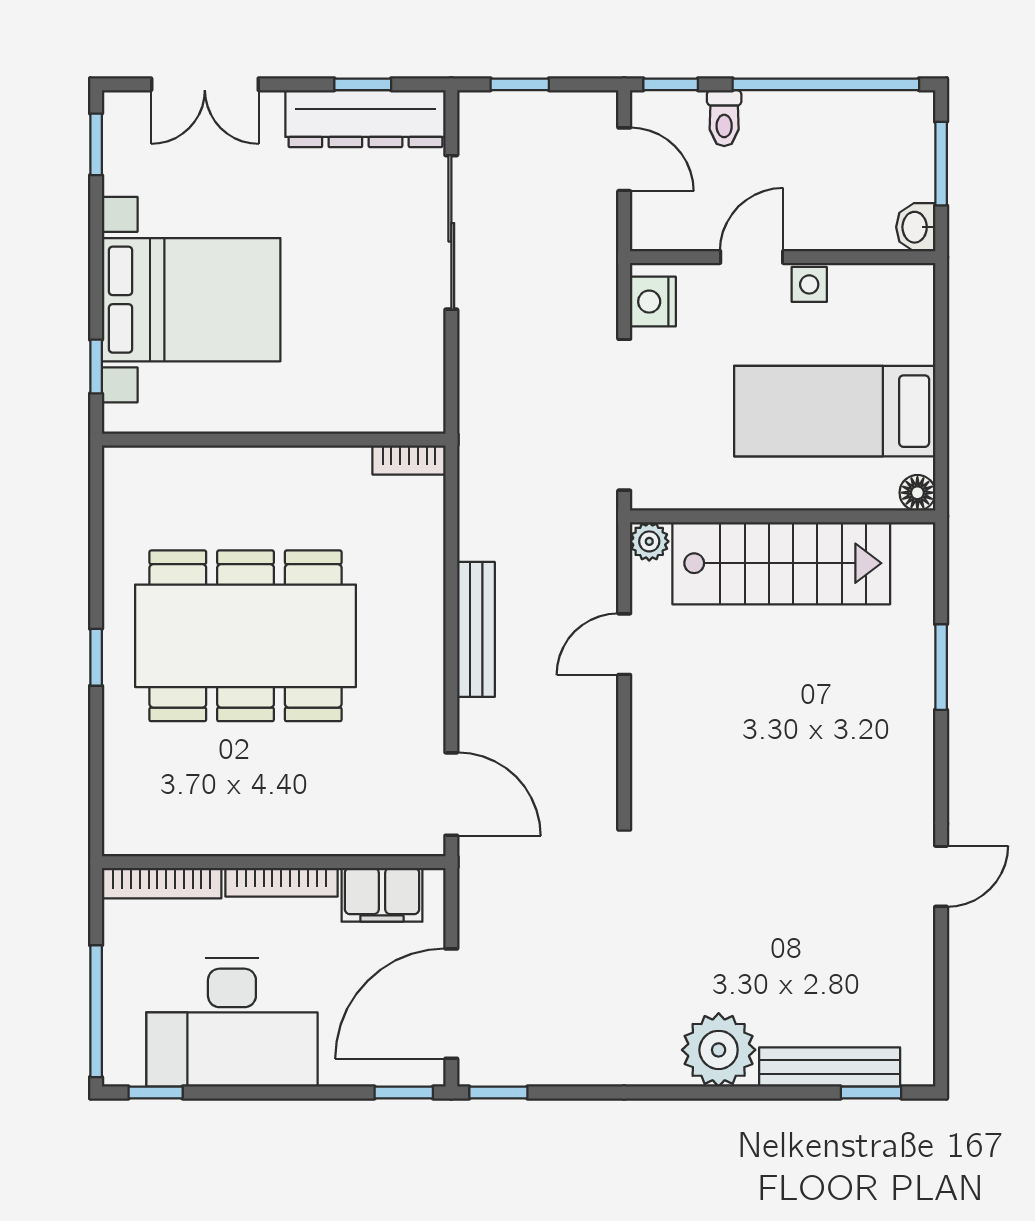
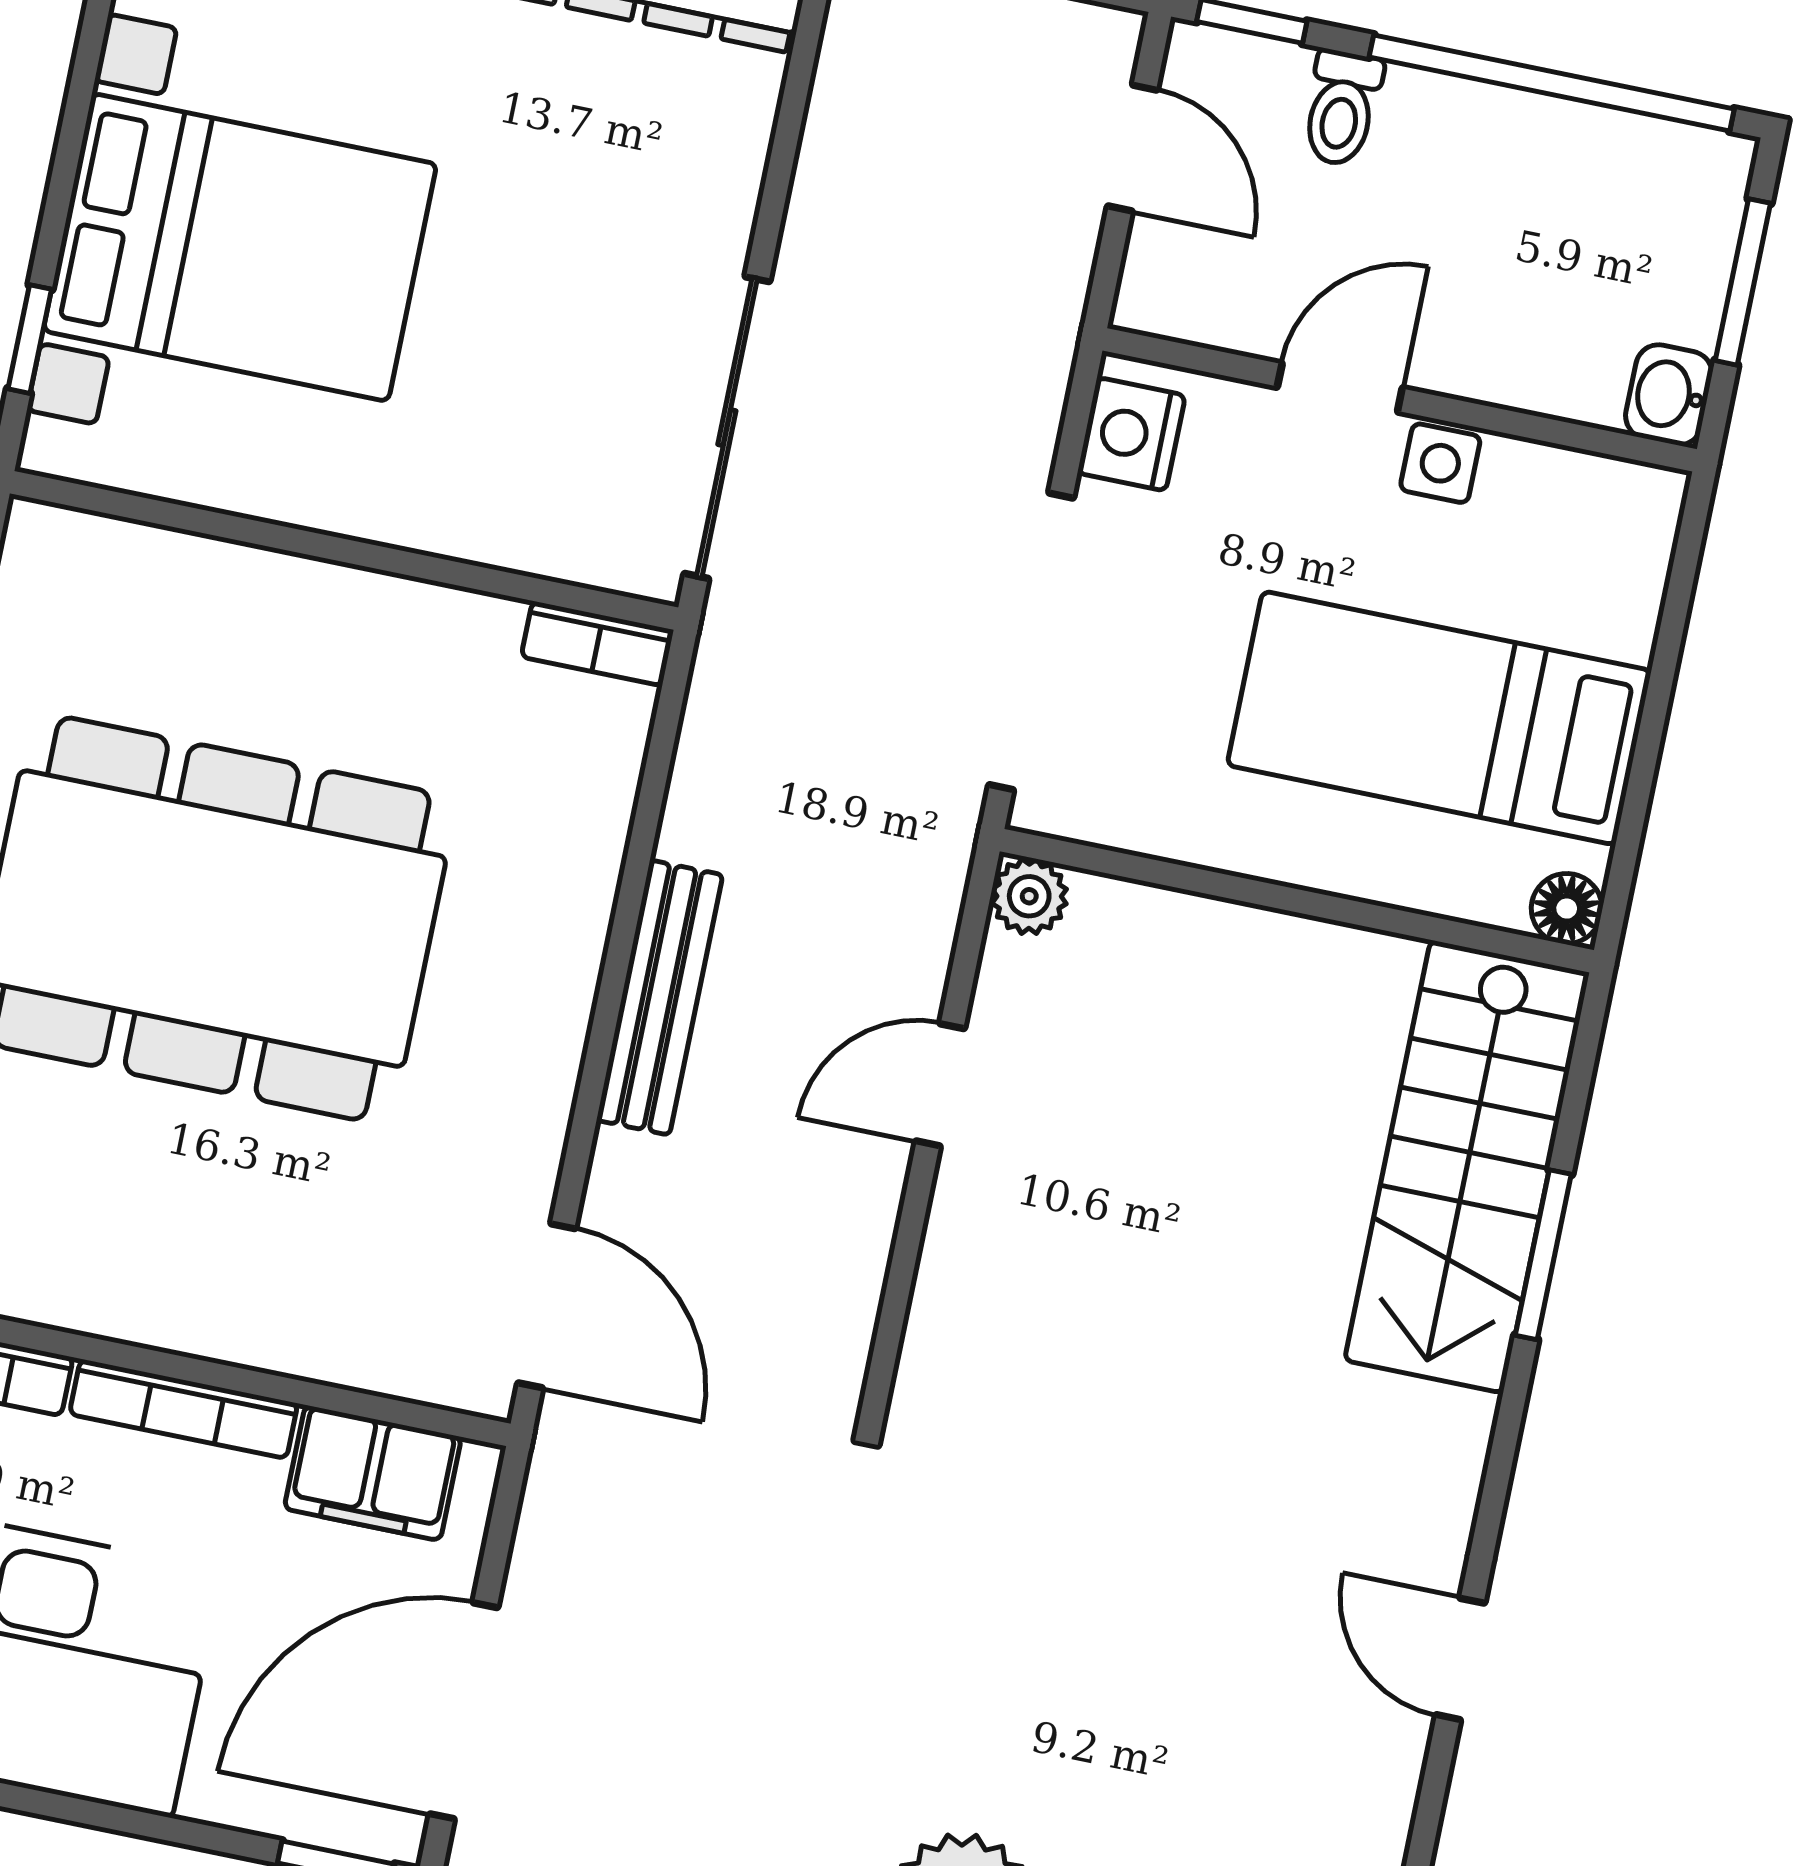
sliding door: (451, 232) -> (727, 428), moved
stairs: (781, 563) -> (1467, 1167), moved, turned 90
door: (941, 876) -> (1460, 1659), swing flipped

